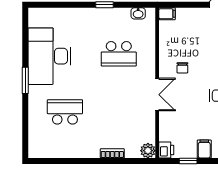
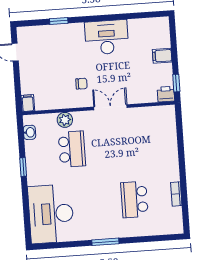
desk: (49, 56) -> (51, 214), moved, turned 90
plant: (148, 151) -> (65, 120), moved
bookcase: (112, 153) -> (176, 194), moved
window: (188, 161) -> (176, 83), moved

